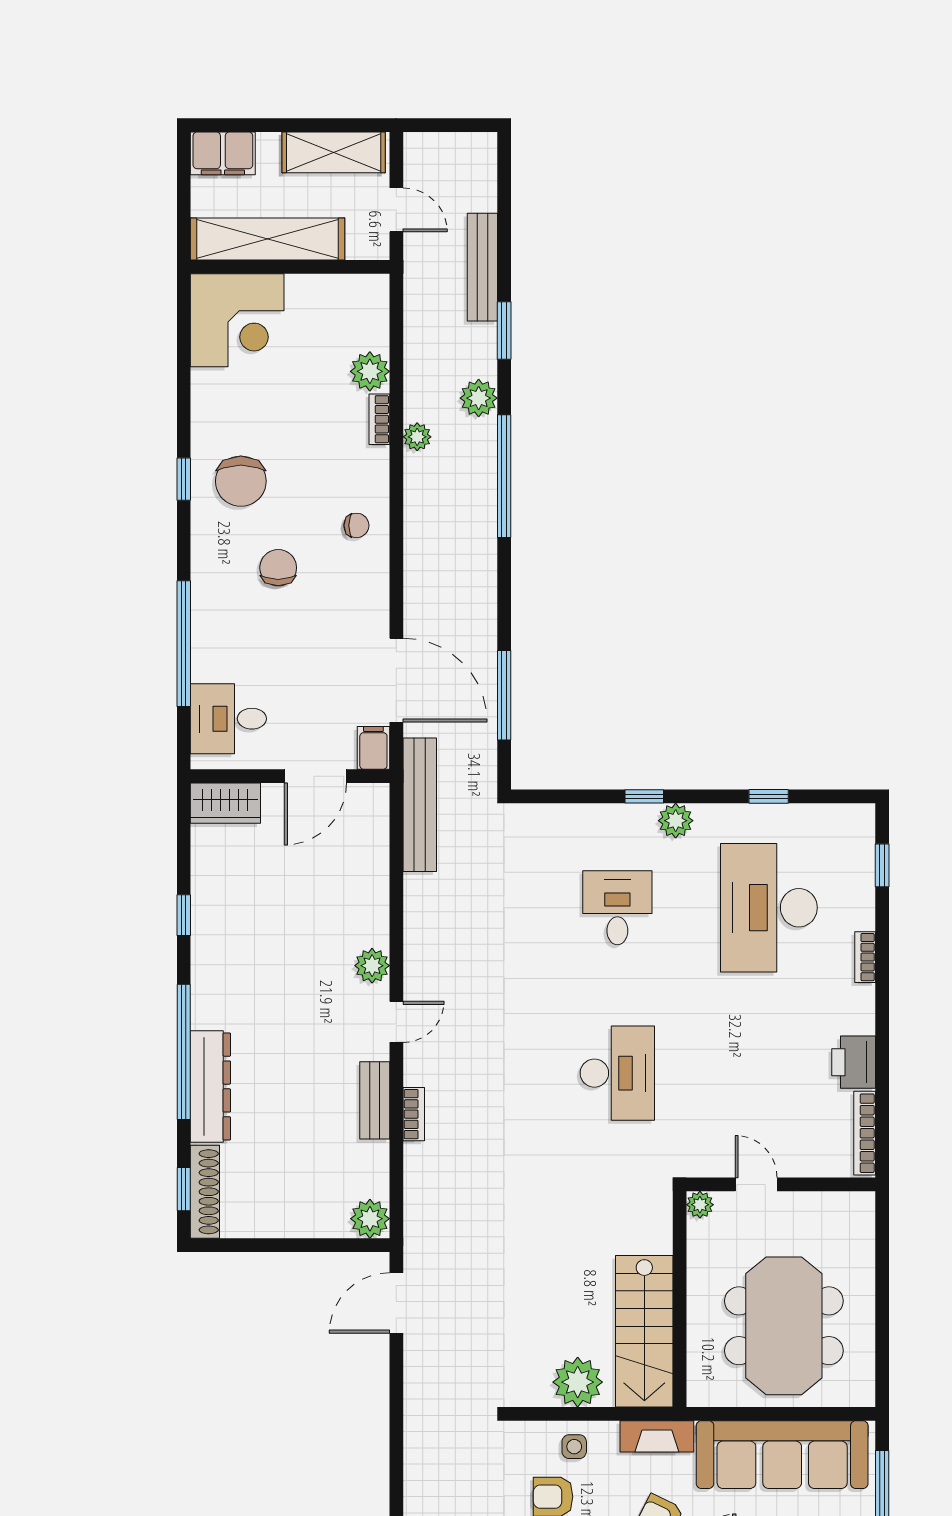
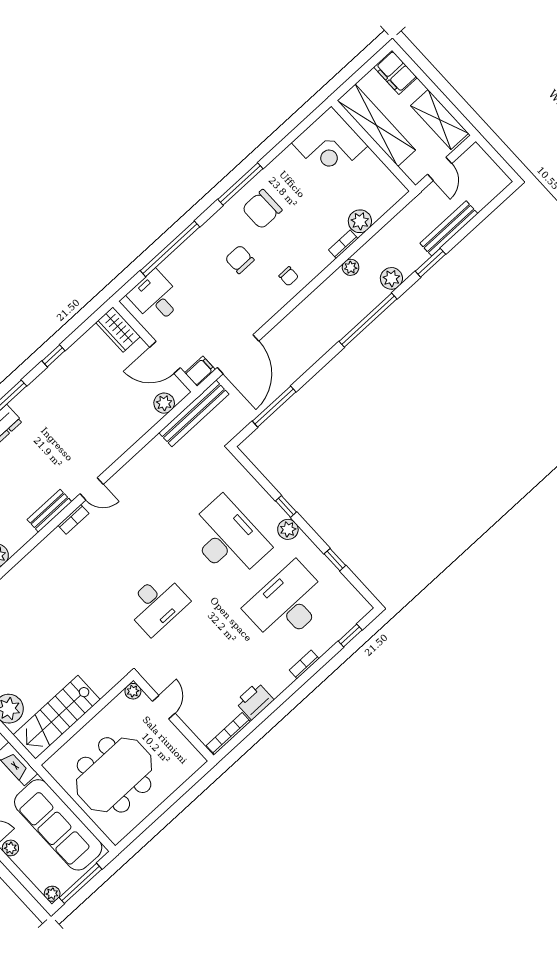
window: (184, 479) -> (240, 184), width x2.17
chair: (278, 568) -> (240, 259), turned -90
desk: (617, 908) -> (228, 539), width x1.87, depth x1.30
plant: (372, 966) -> (164, 403), moved
bookcase: (414, 1114) -> (73, 519), moved

